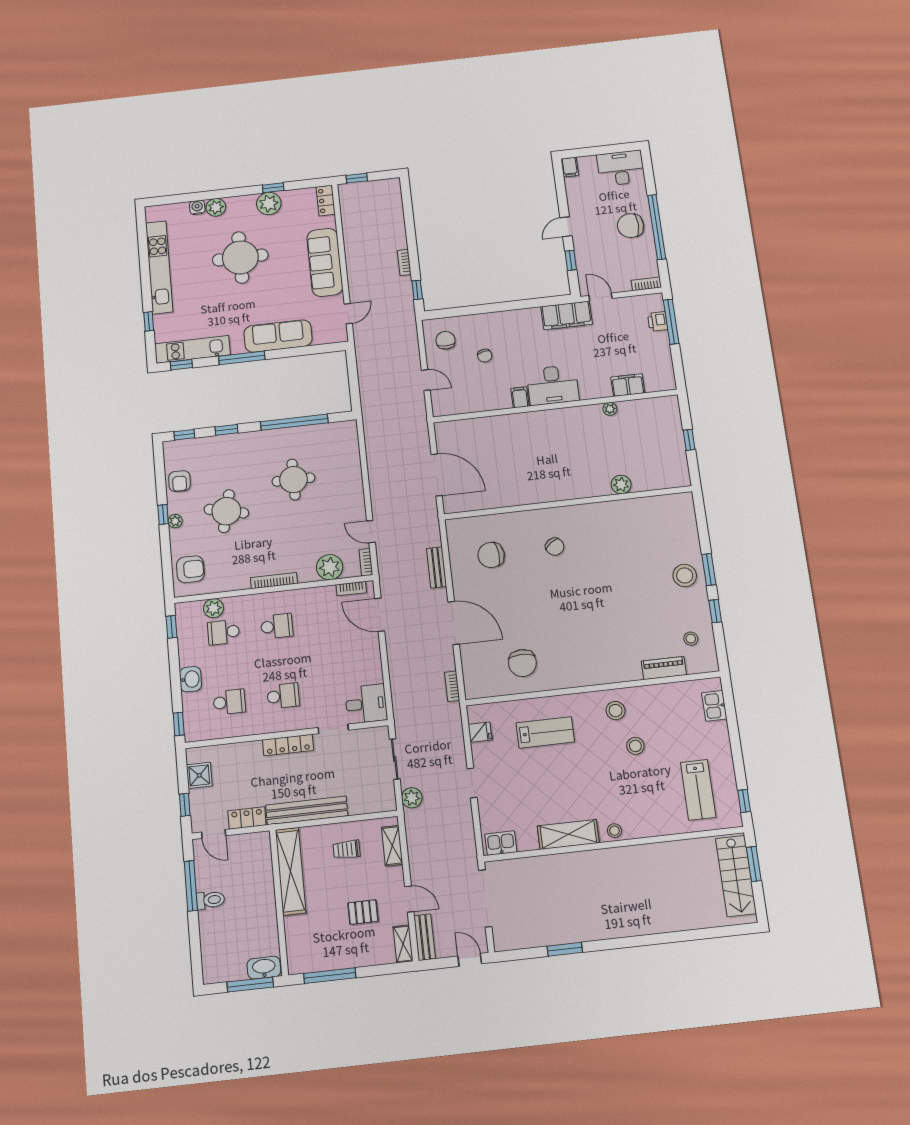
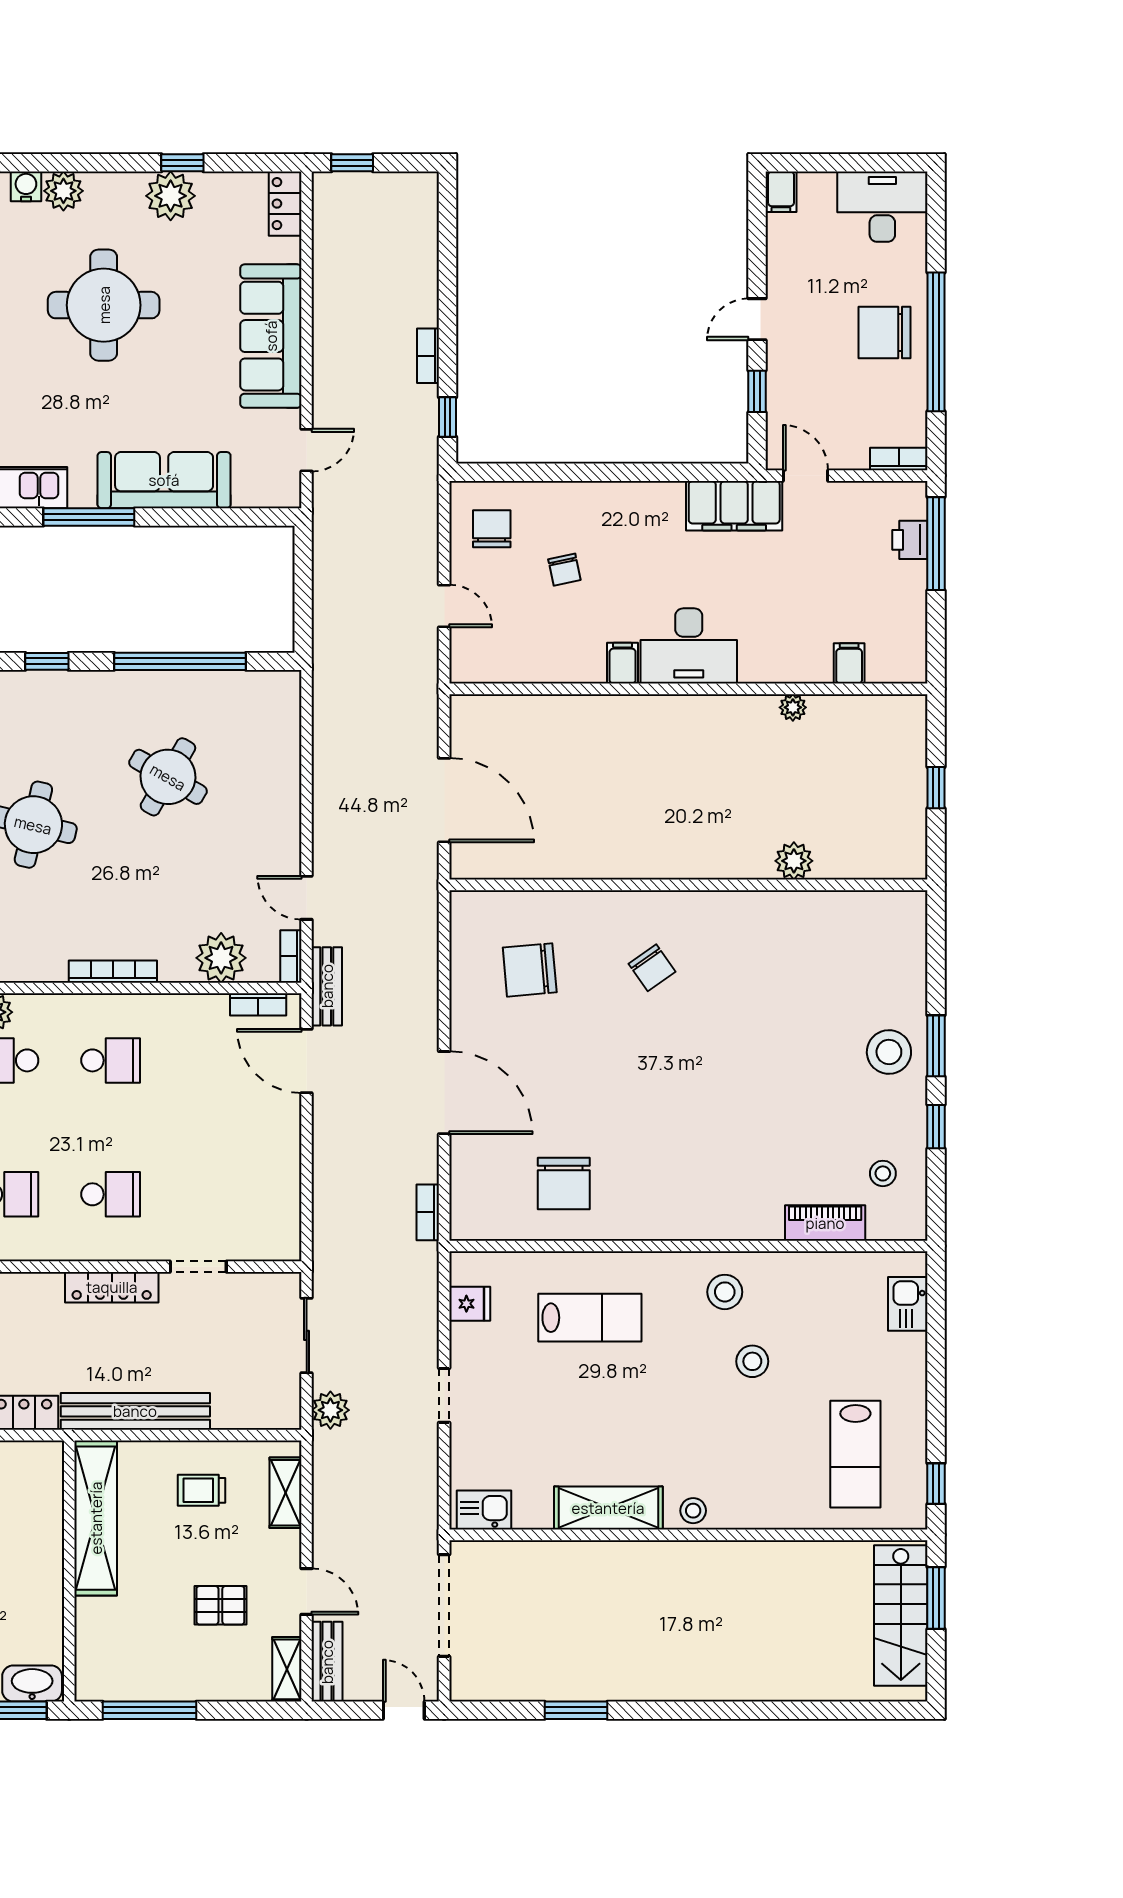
filing cabinet: (628, 385) -> (849, 663), width x0.50
round table: (293, 480) -> (168, 777), turned 30
bench: (437, 567) -> (327, 986), moved
desk: (366, 704) -> (264, 1227), removed

